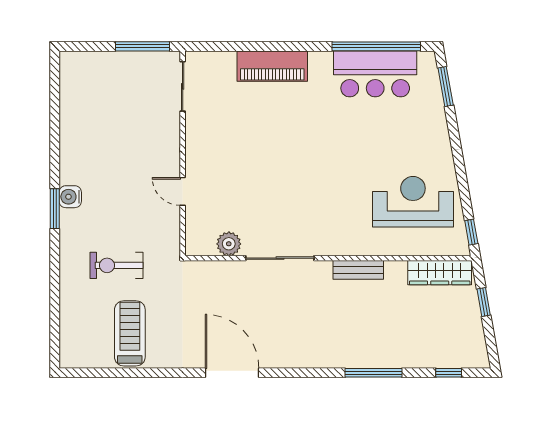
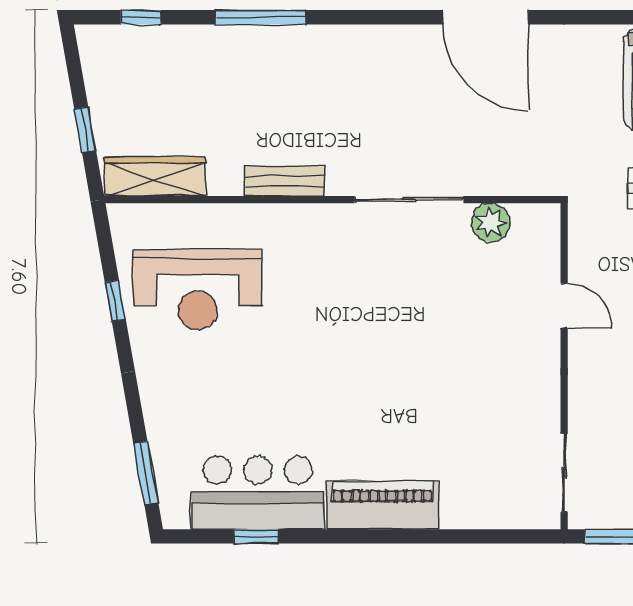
window: (376, 46) -> (256, 536), width x0.32
piano: (272, 66) -> (383, 505), moved
window: (471, 232) -> (115, 301), moved

